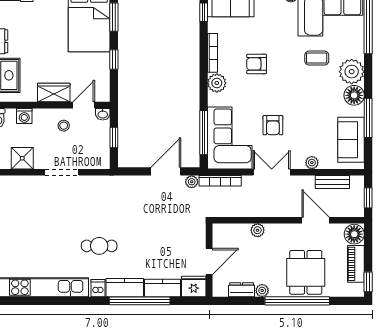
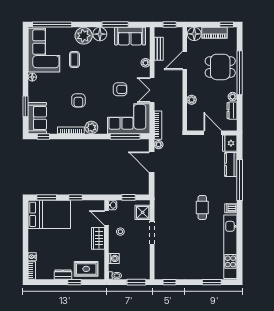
shower: (22, 158) -> (143, 212), moved
kitchen counter: (125, 288) -> (231, 190), removed

